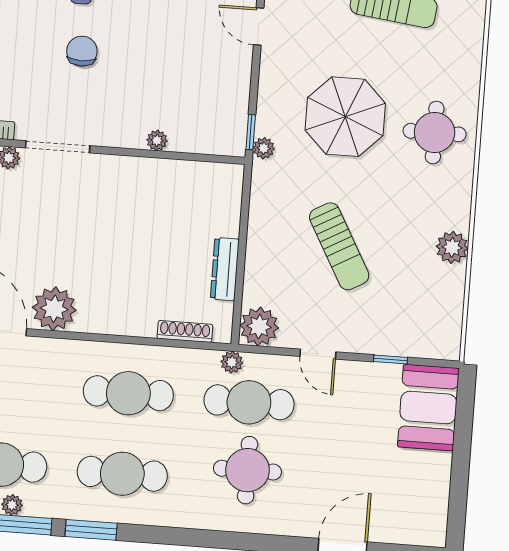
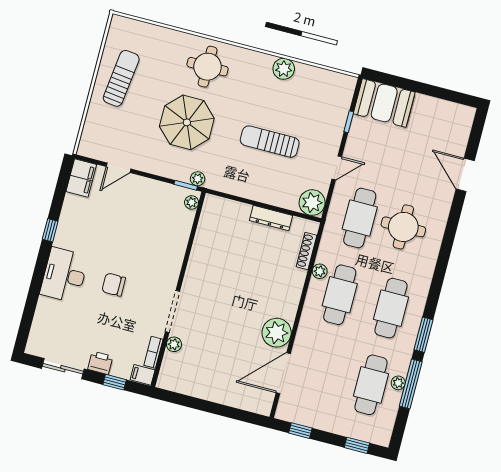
plant: (157, 140) -> (192, 202), moved
sun lounger: (339, 246) -> (270, 142), turned -151
plant: (232, 362) -> (320, 271), moved

